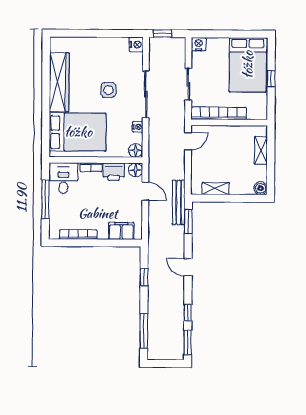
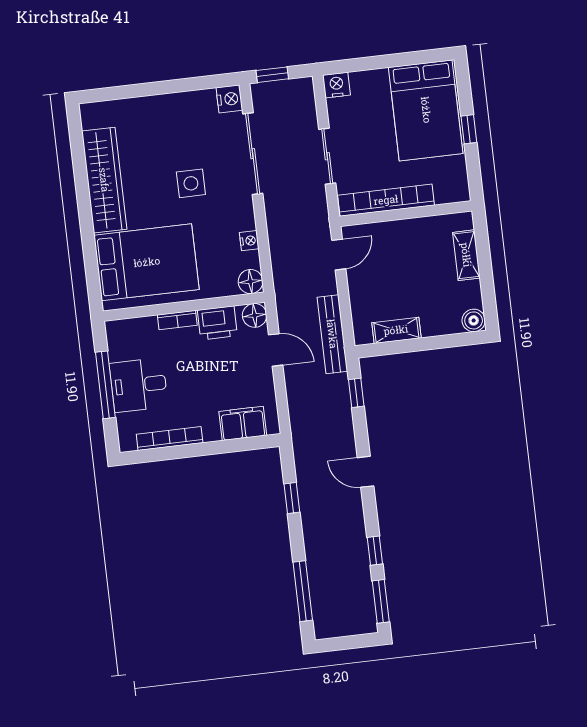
sliding door: (146, 94) -> (253, 154), moved
desk: (63, 178) -> (139, 385), moved, turned -90
bench: (179, 202) -> (332, 334), moved
window: (188, 221) -> (356, 393), width x0.67

